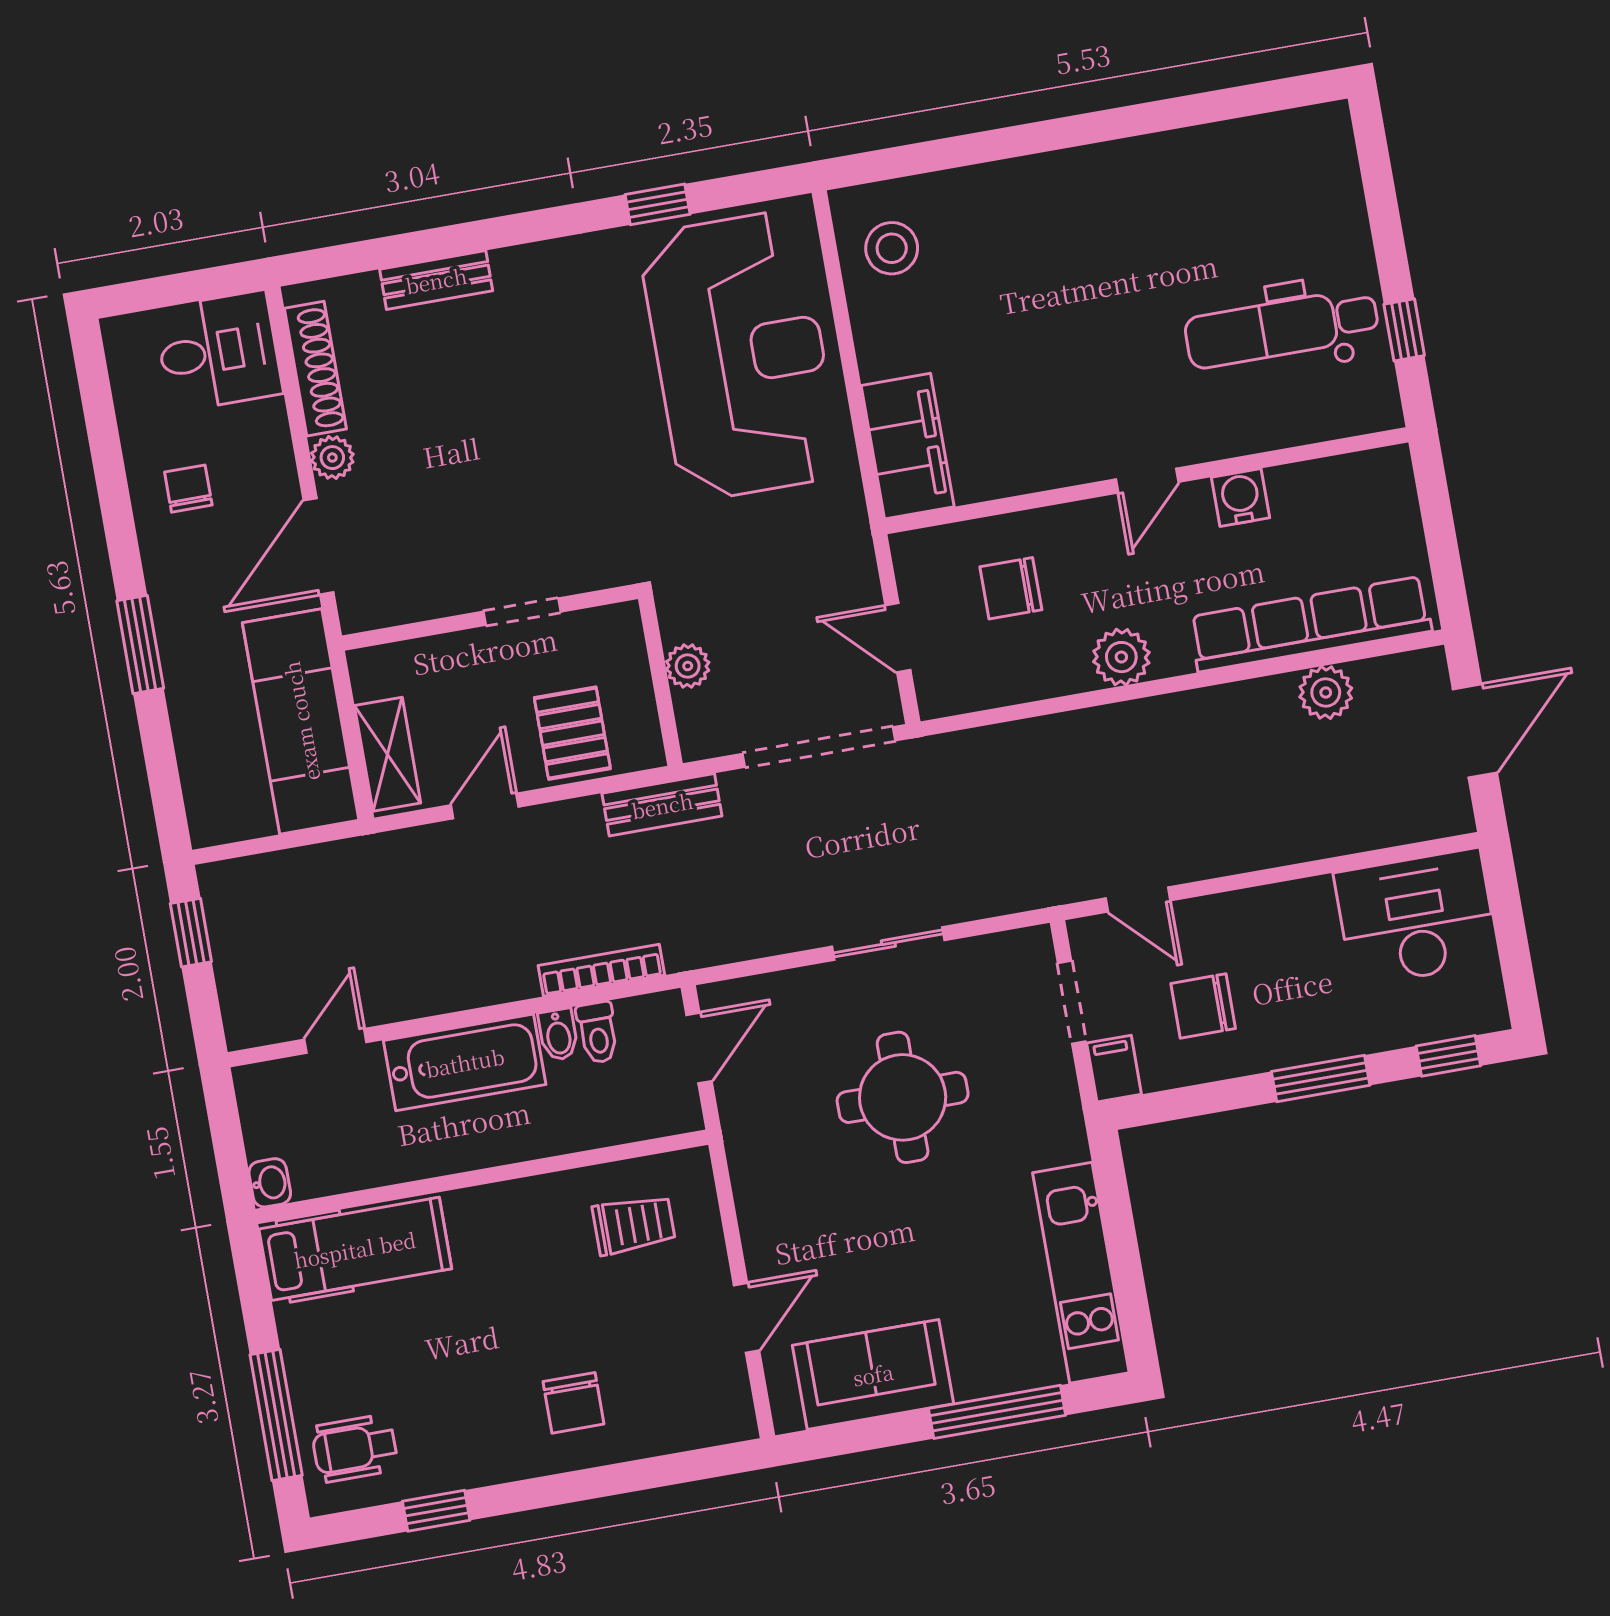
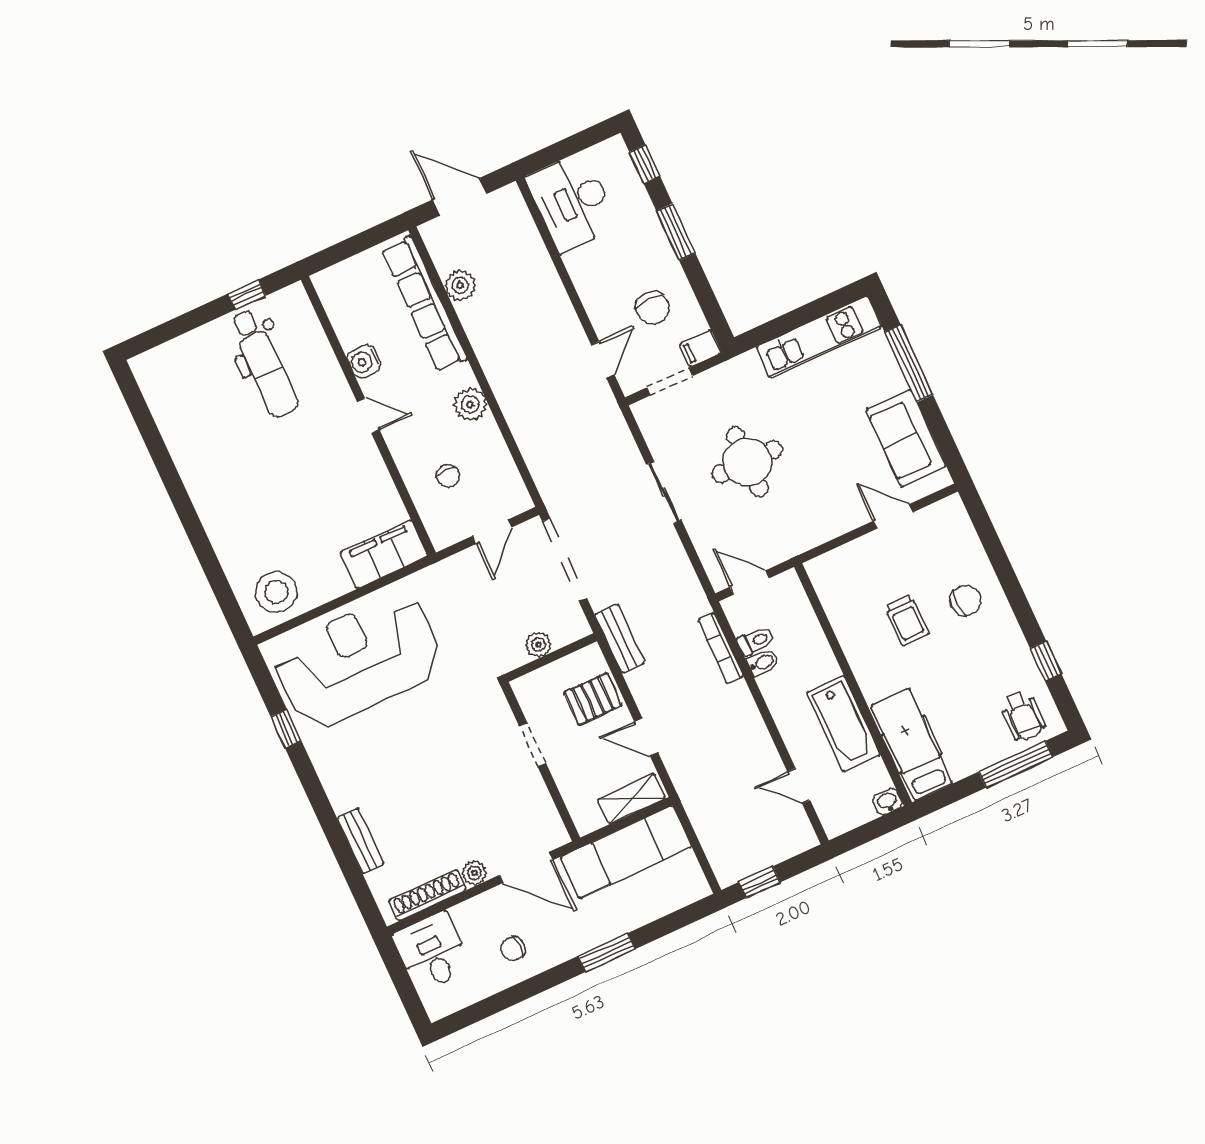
stool: (892, 248) -> (276, 592), width x1.38, depth x1.38
chair: (1011, 588) -> (448, 476), width x0.73, depth x0.73
bathtub: (465, 1062) -> (843, 724), moved, turned 180
trolley: (634, 1225) -> (907, 620), moved, turned 180

